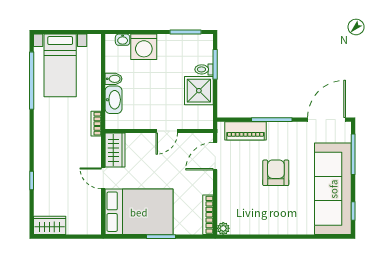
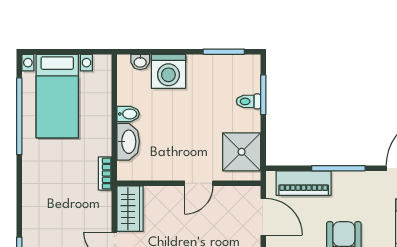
shower: (199, 91) -> (242, 152), moved
door: (215, 156) -> (263, 217), swing flipped

